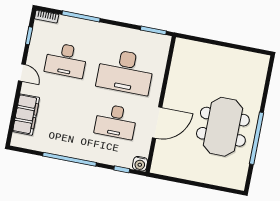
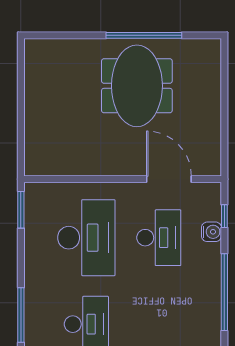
door: (157, 123) -> (169, 179), moved
meeting table: (223, 127) -> (137, 86), turned 90
water cooler: (140, 164) -> (211, 232), moved

